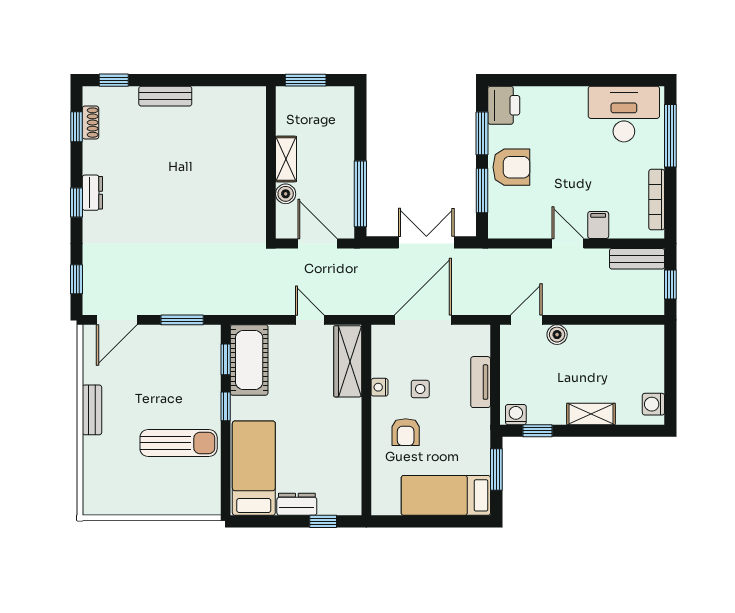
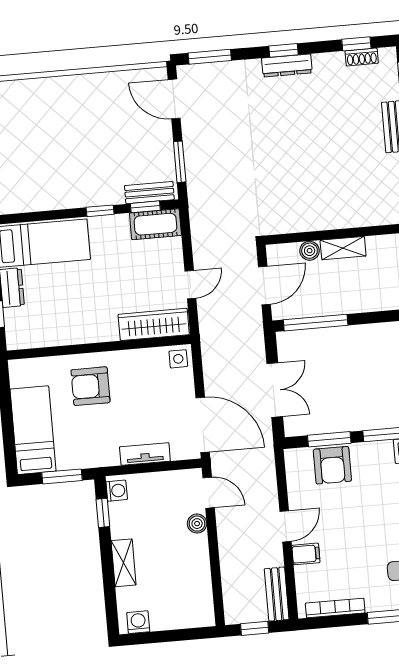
armchair: (511, 167) -> (332, 465), moved
dresser: (92, 193) -> (287, 65), width x1.44
window: (76, 279) -> (210, 57), width x1.50
door: (423, 320) -> (203, 425), moved
cot: (249, 360) -> (155, 224), width x0.73, depth x0.75
nightstand: (380, 387) -> (131, 357), removed
side table: (420, 389) -> (178, 359), moved
bench: (92, 410) -> (149, 193), moved
armchair: (406, 432) -> (90, 386), width x1.38, depth x1.38
sun lounger: (179, 443) -> (61, 169), removed

